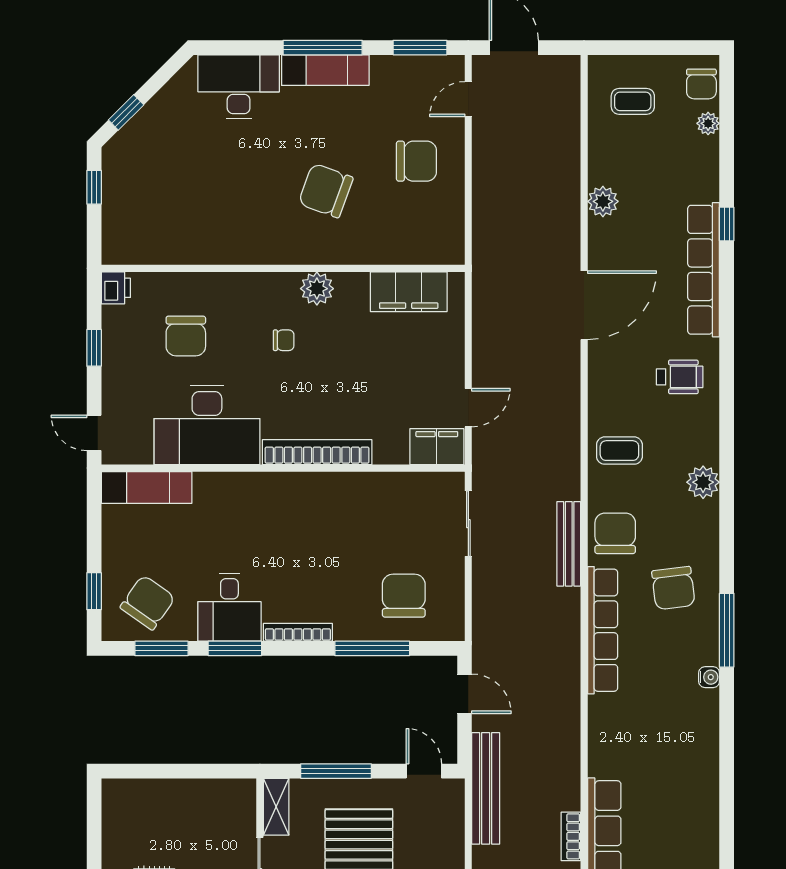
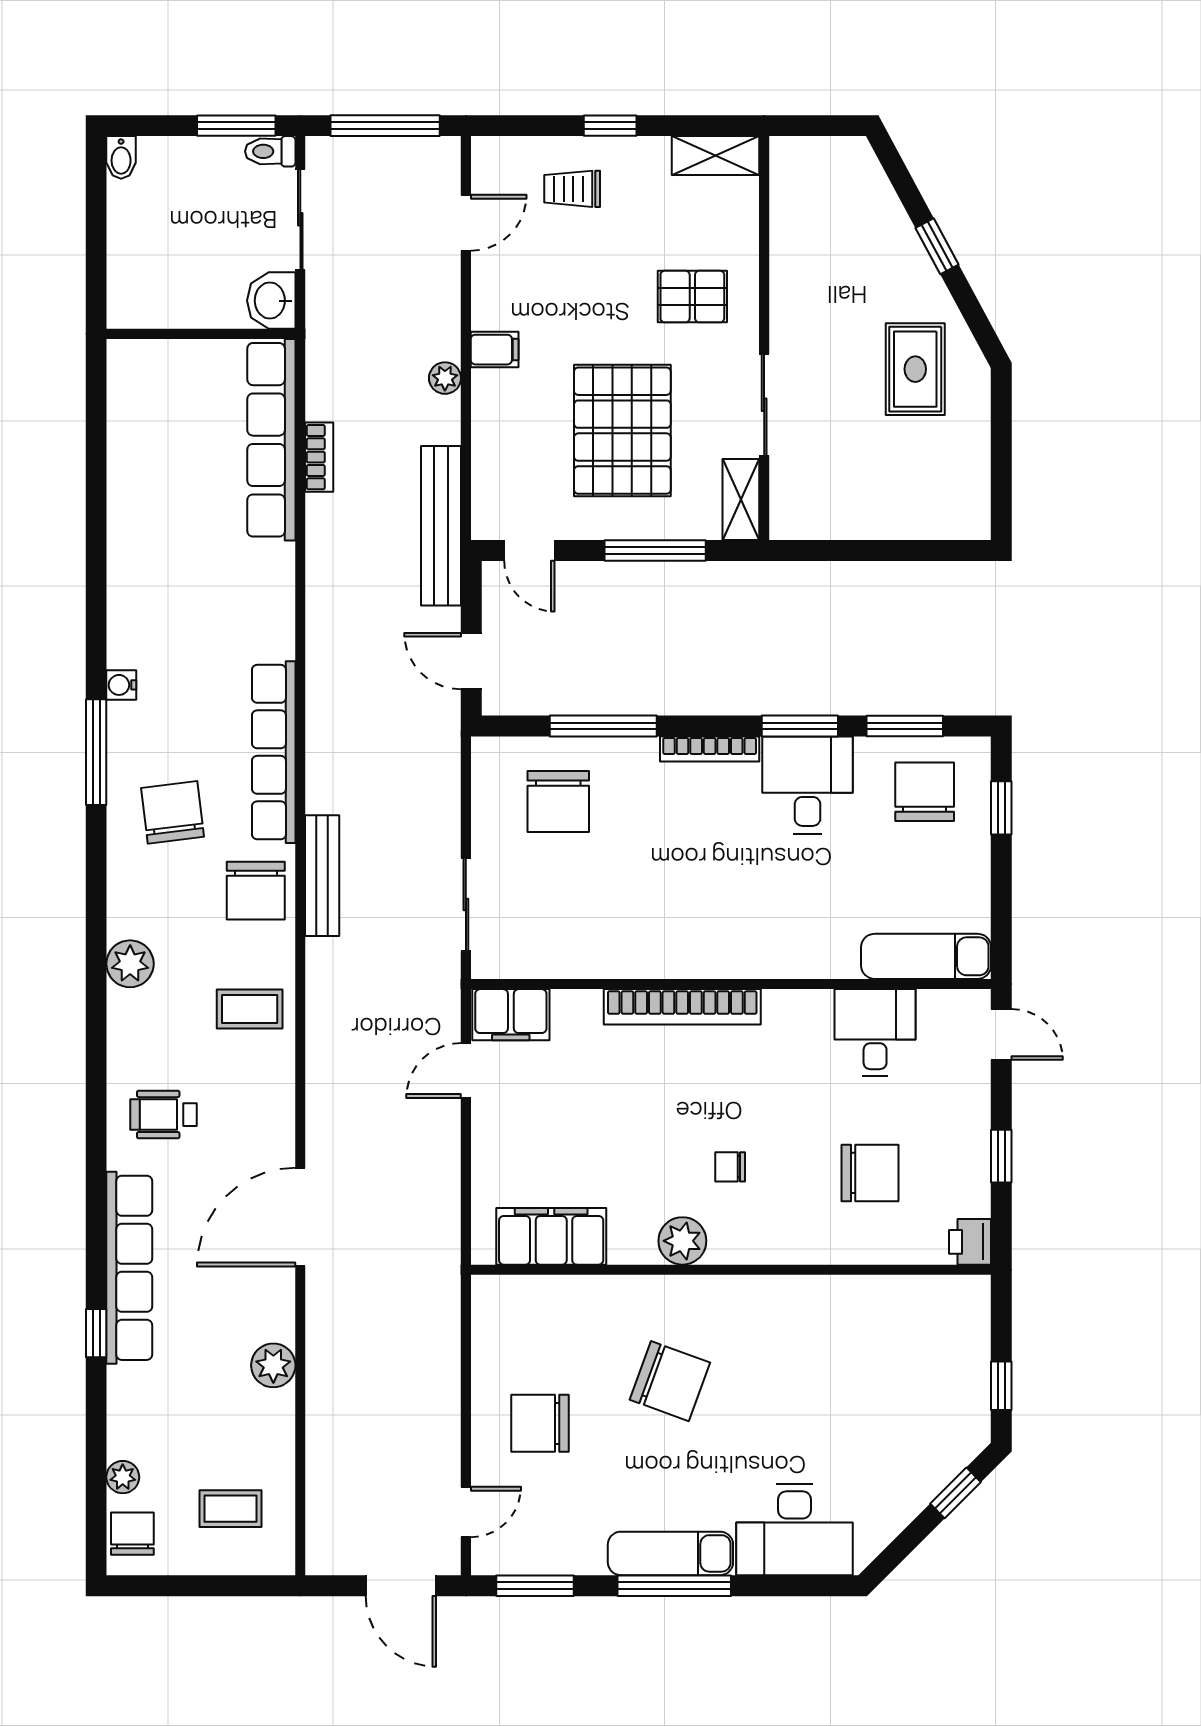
chair: (186, 336) -> (870, 1173), turned 90
desk: (207, 425) -> (875, 1033), width x0.53, depth x0.77
chair: (148, 602) -> (925, 792), turned 145

